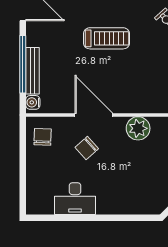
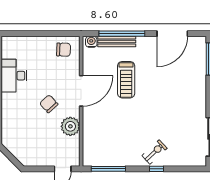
treadmill: (107, 38) -> (126, 80), moved
chair: (87, 148) -> (49, 104), moved

